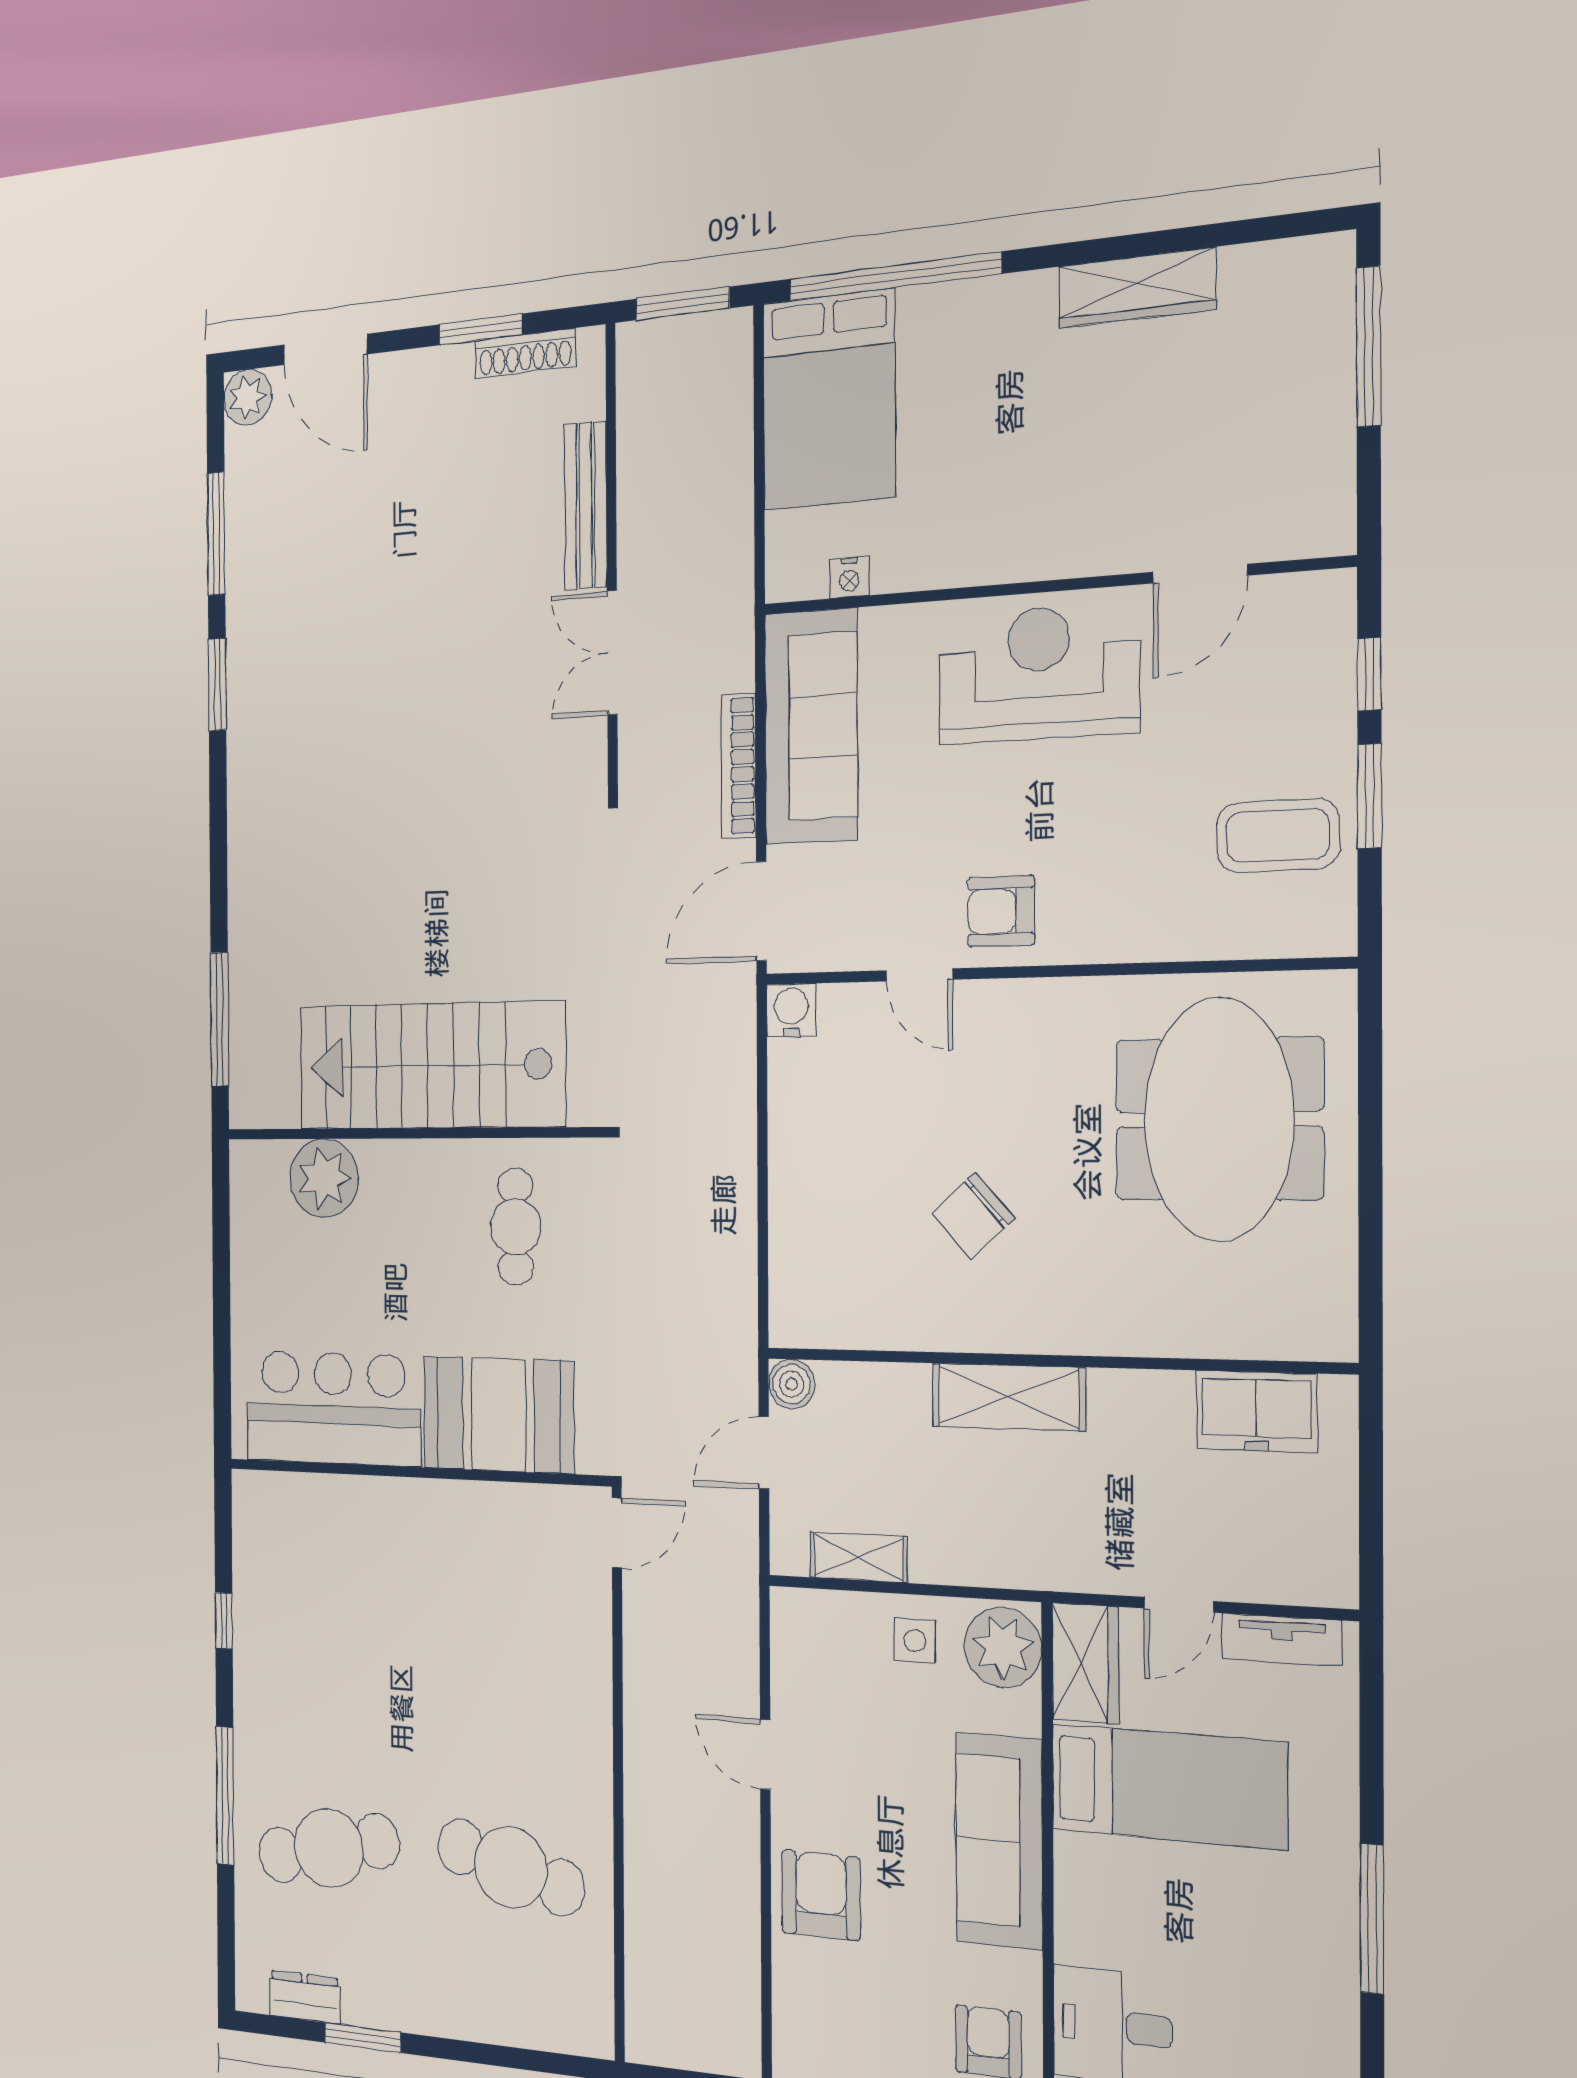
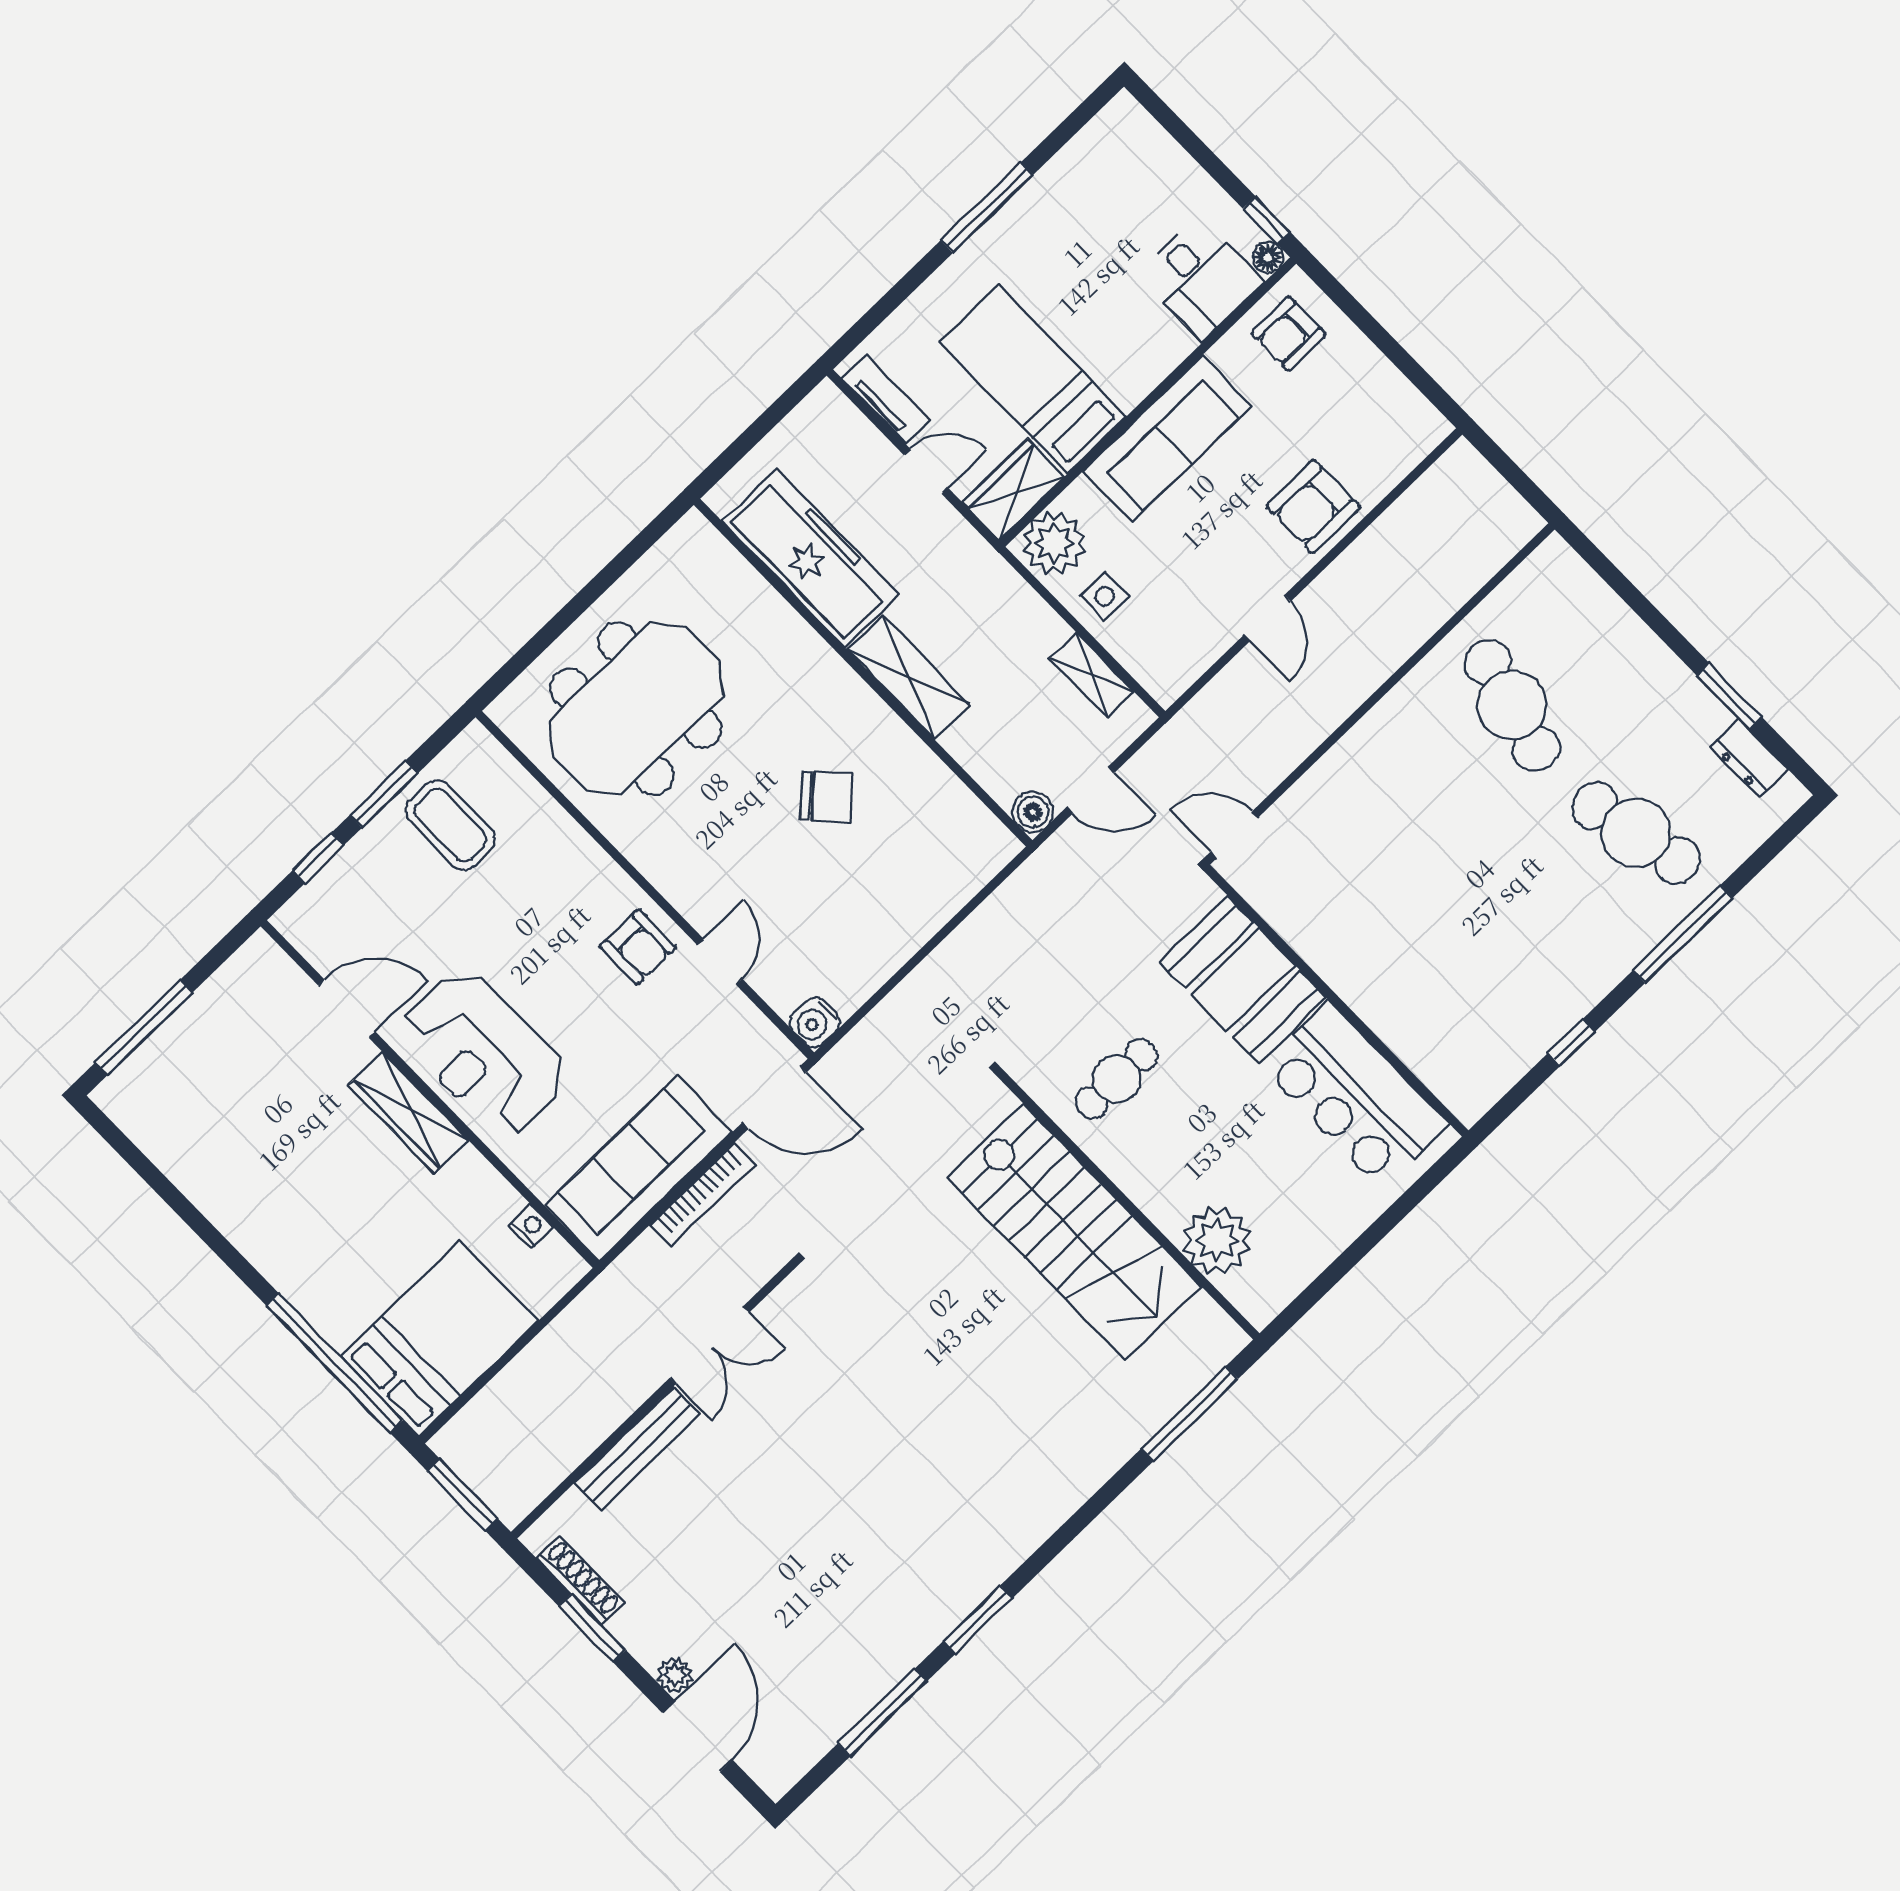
wardrobe: (1137, 288) -> (408, 1113), moved, turned 180
plant: (248, 397) -> (675, 1675), moved, width x0.73, depth x0.73
freezer: (1256, 1411) -> (811, 558), width x1.91, depth x1.26

